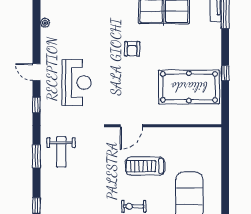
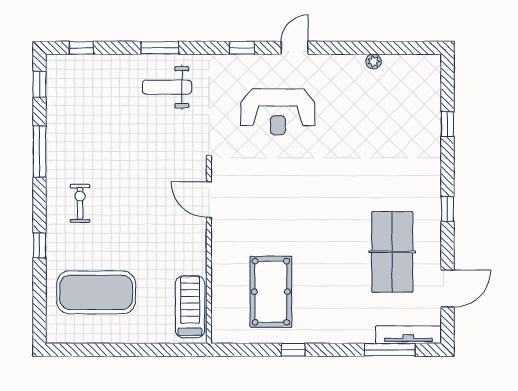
armchair: (132, 49) -> (332, 201), removed
pool table: (189, 87) -> (271, 292), width x0.73, depth x0.76
treadmill: (145, 166) -> (190, 307), moved

